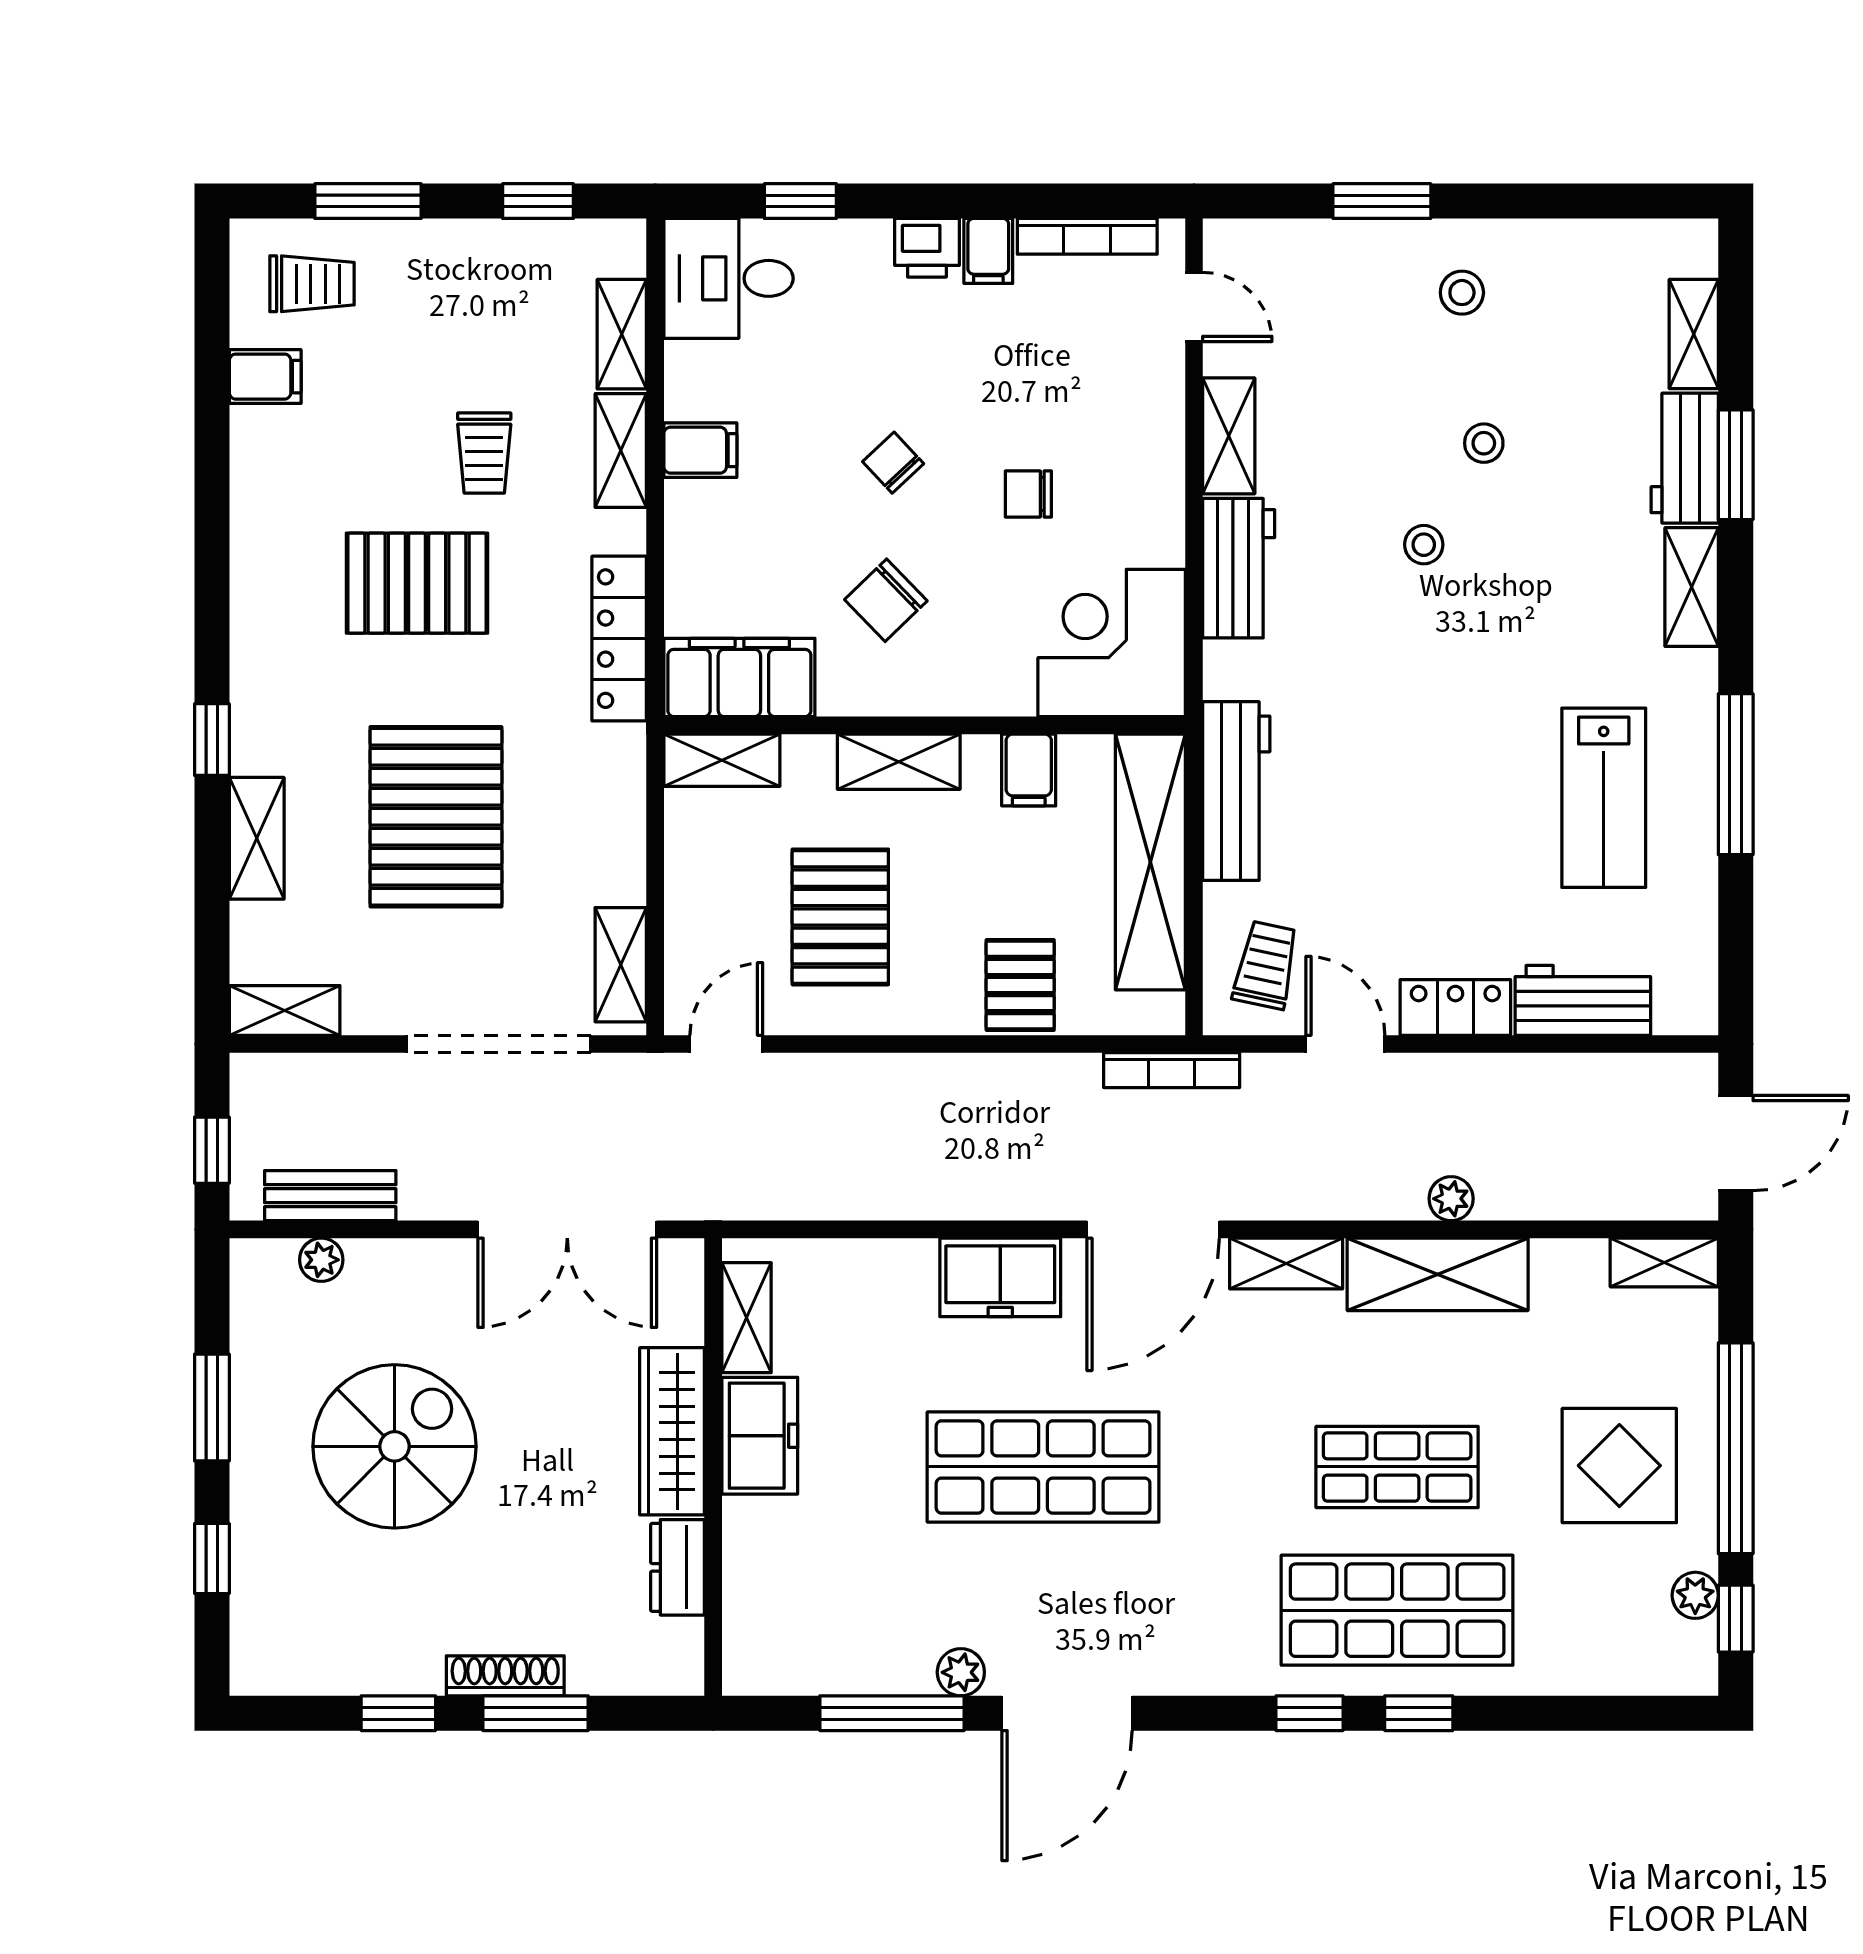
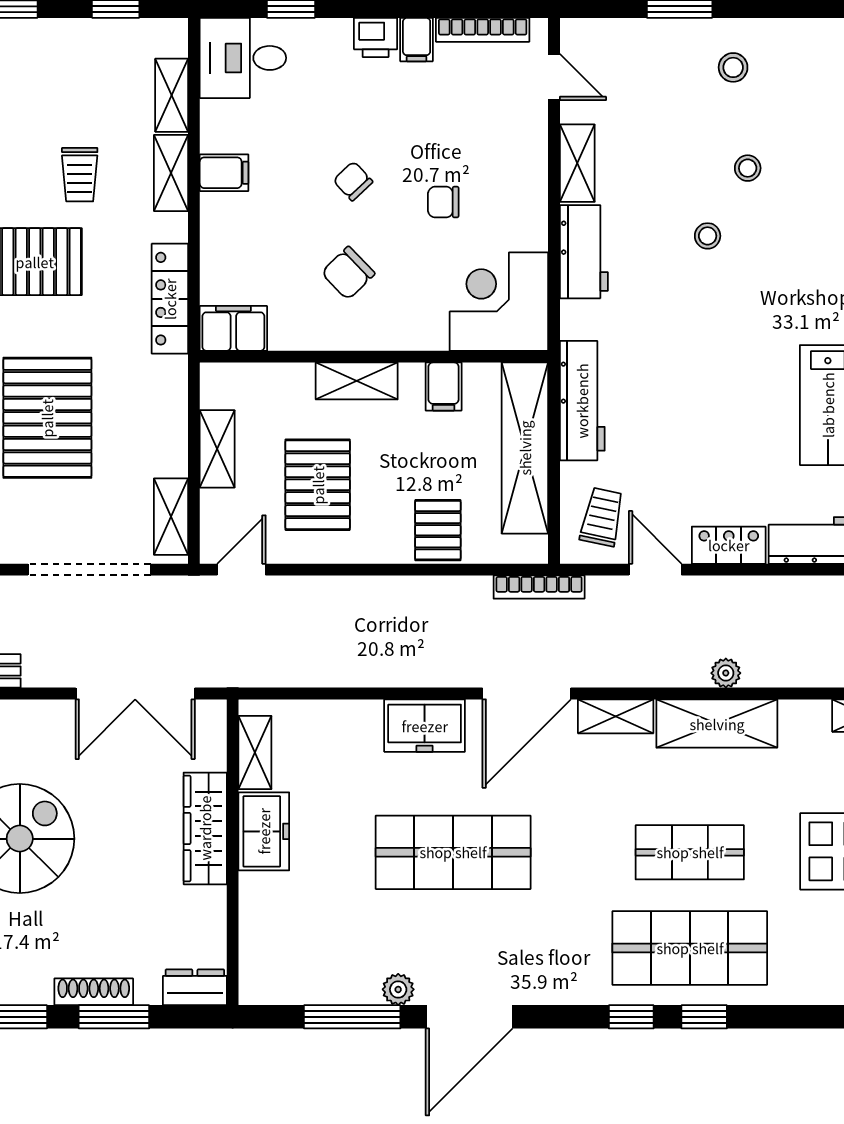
filing cabinet: (739, 677) -> (233, 328), width x0.67, depth x0.86
shelving: (722, 760) -> (217, 449), moved, turned 90
dresser: (678, 1567) -> (195, 987), moved, turned 90

